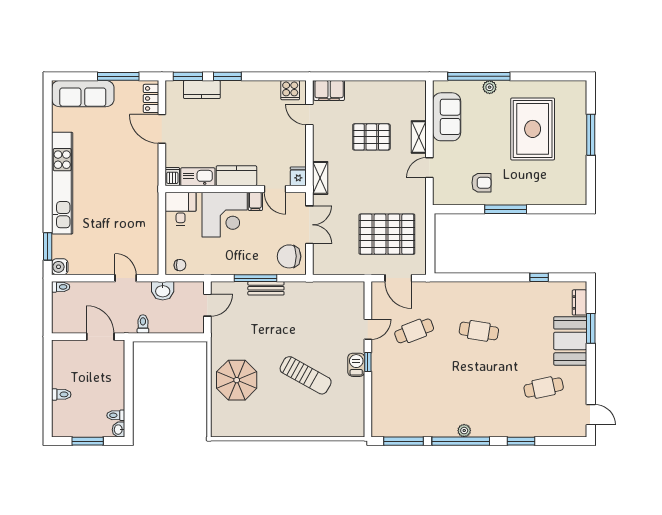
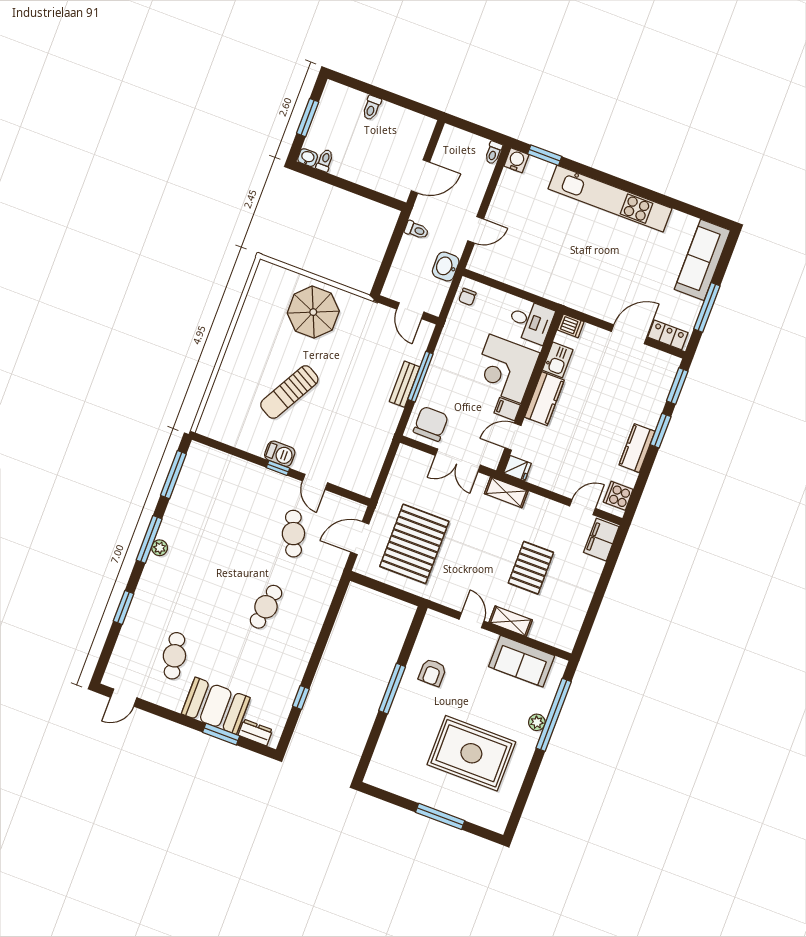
kitchen counter: (202, 90) -> (637, 448), moved
kitchen sink: (198, 177) -> (558, 360), width x0.73
window: (461, 441) -> (149, 539), width x0.68

